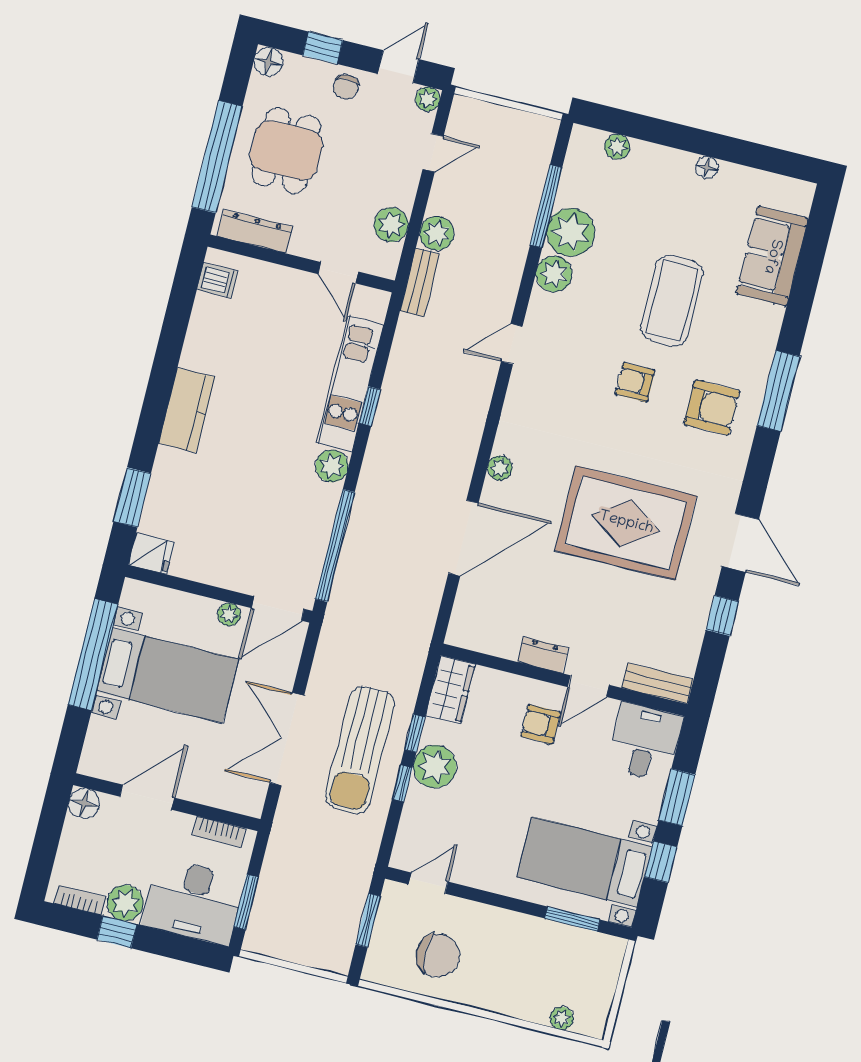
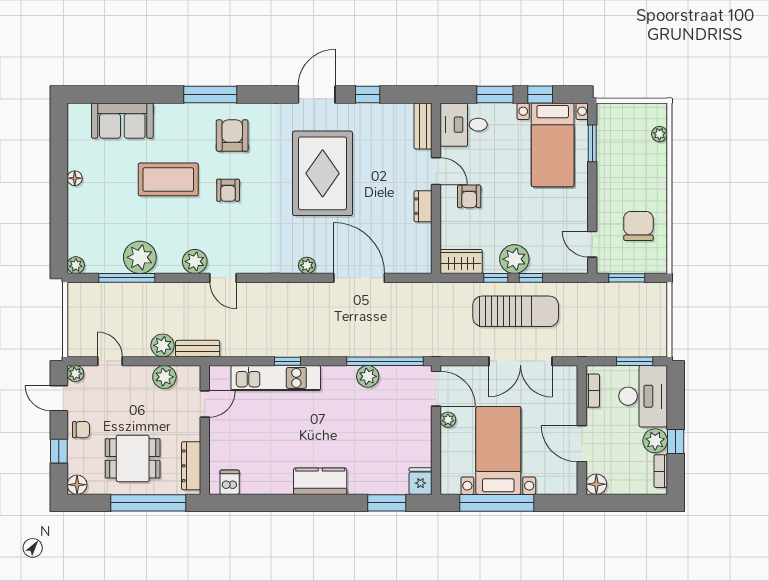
plant: (617, 147) -> (76, 265), moved
plant: (554, 274) -> (195, 261), moved
plant: (332, 466) -> (368, 376), moved

